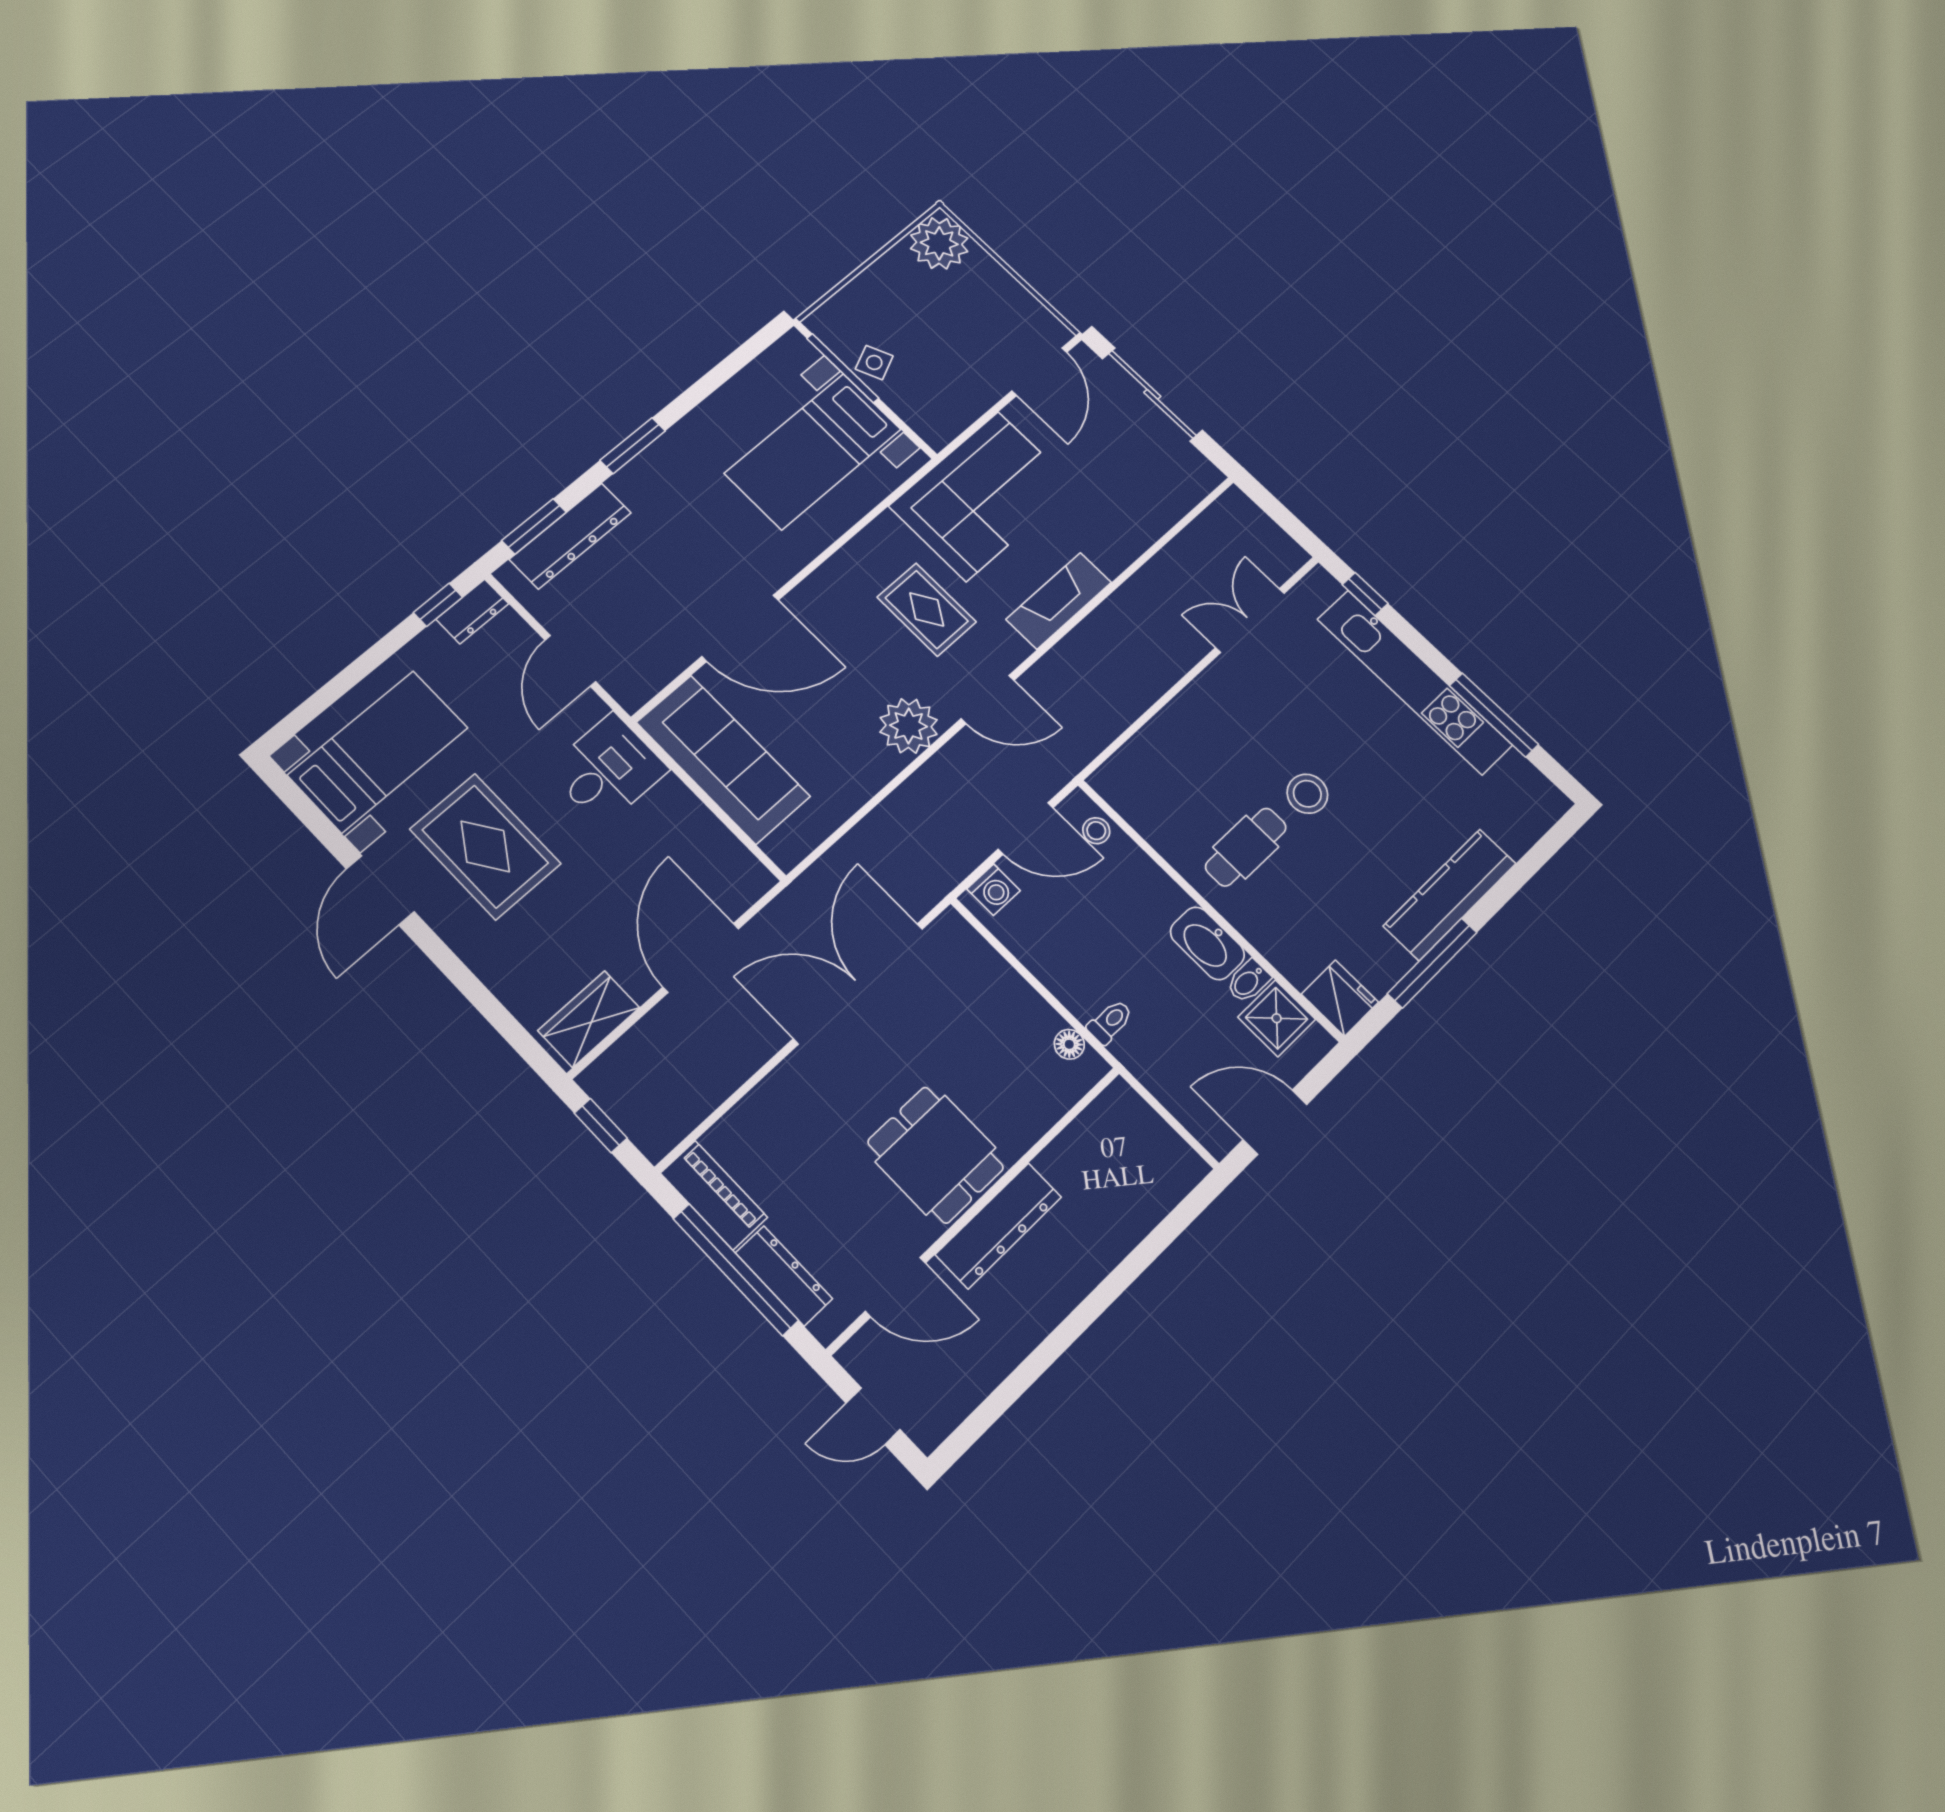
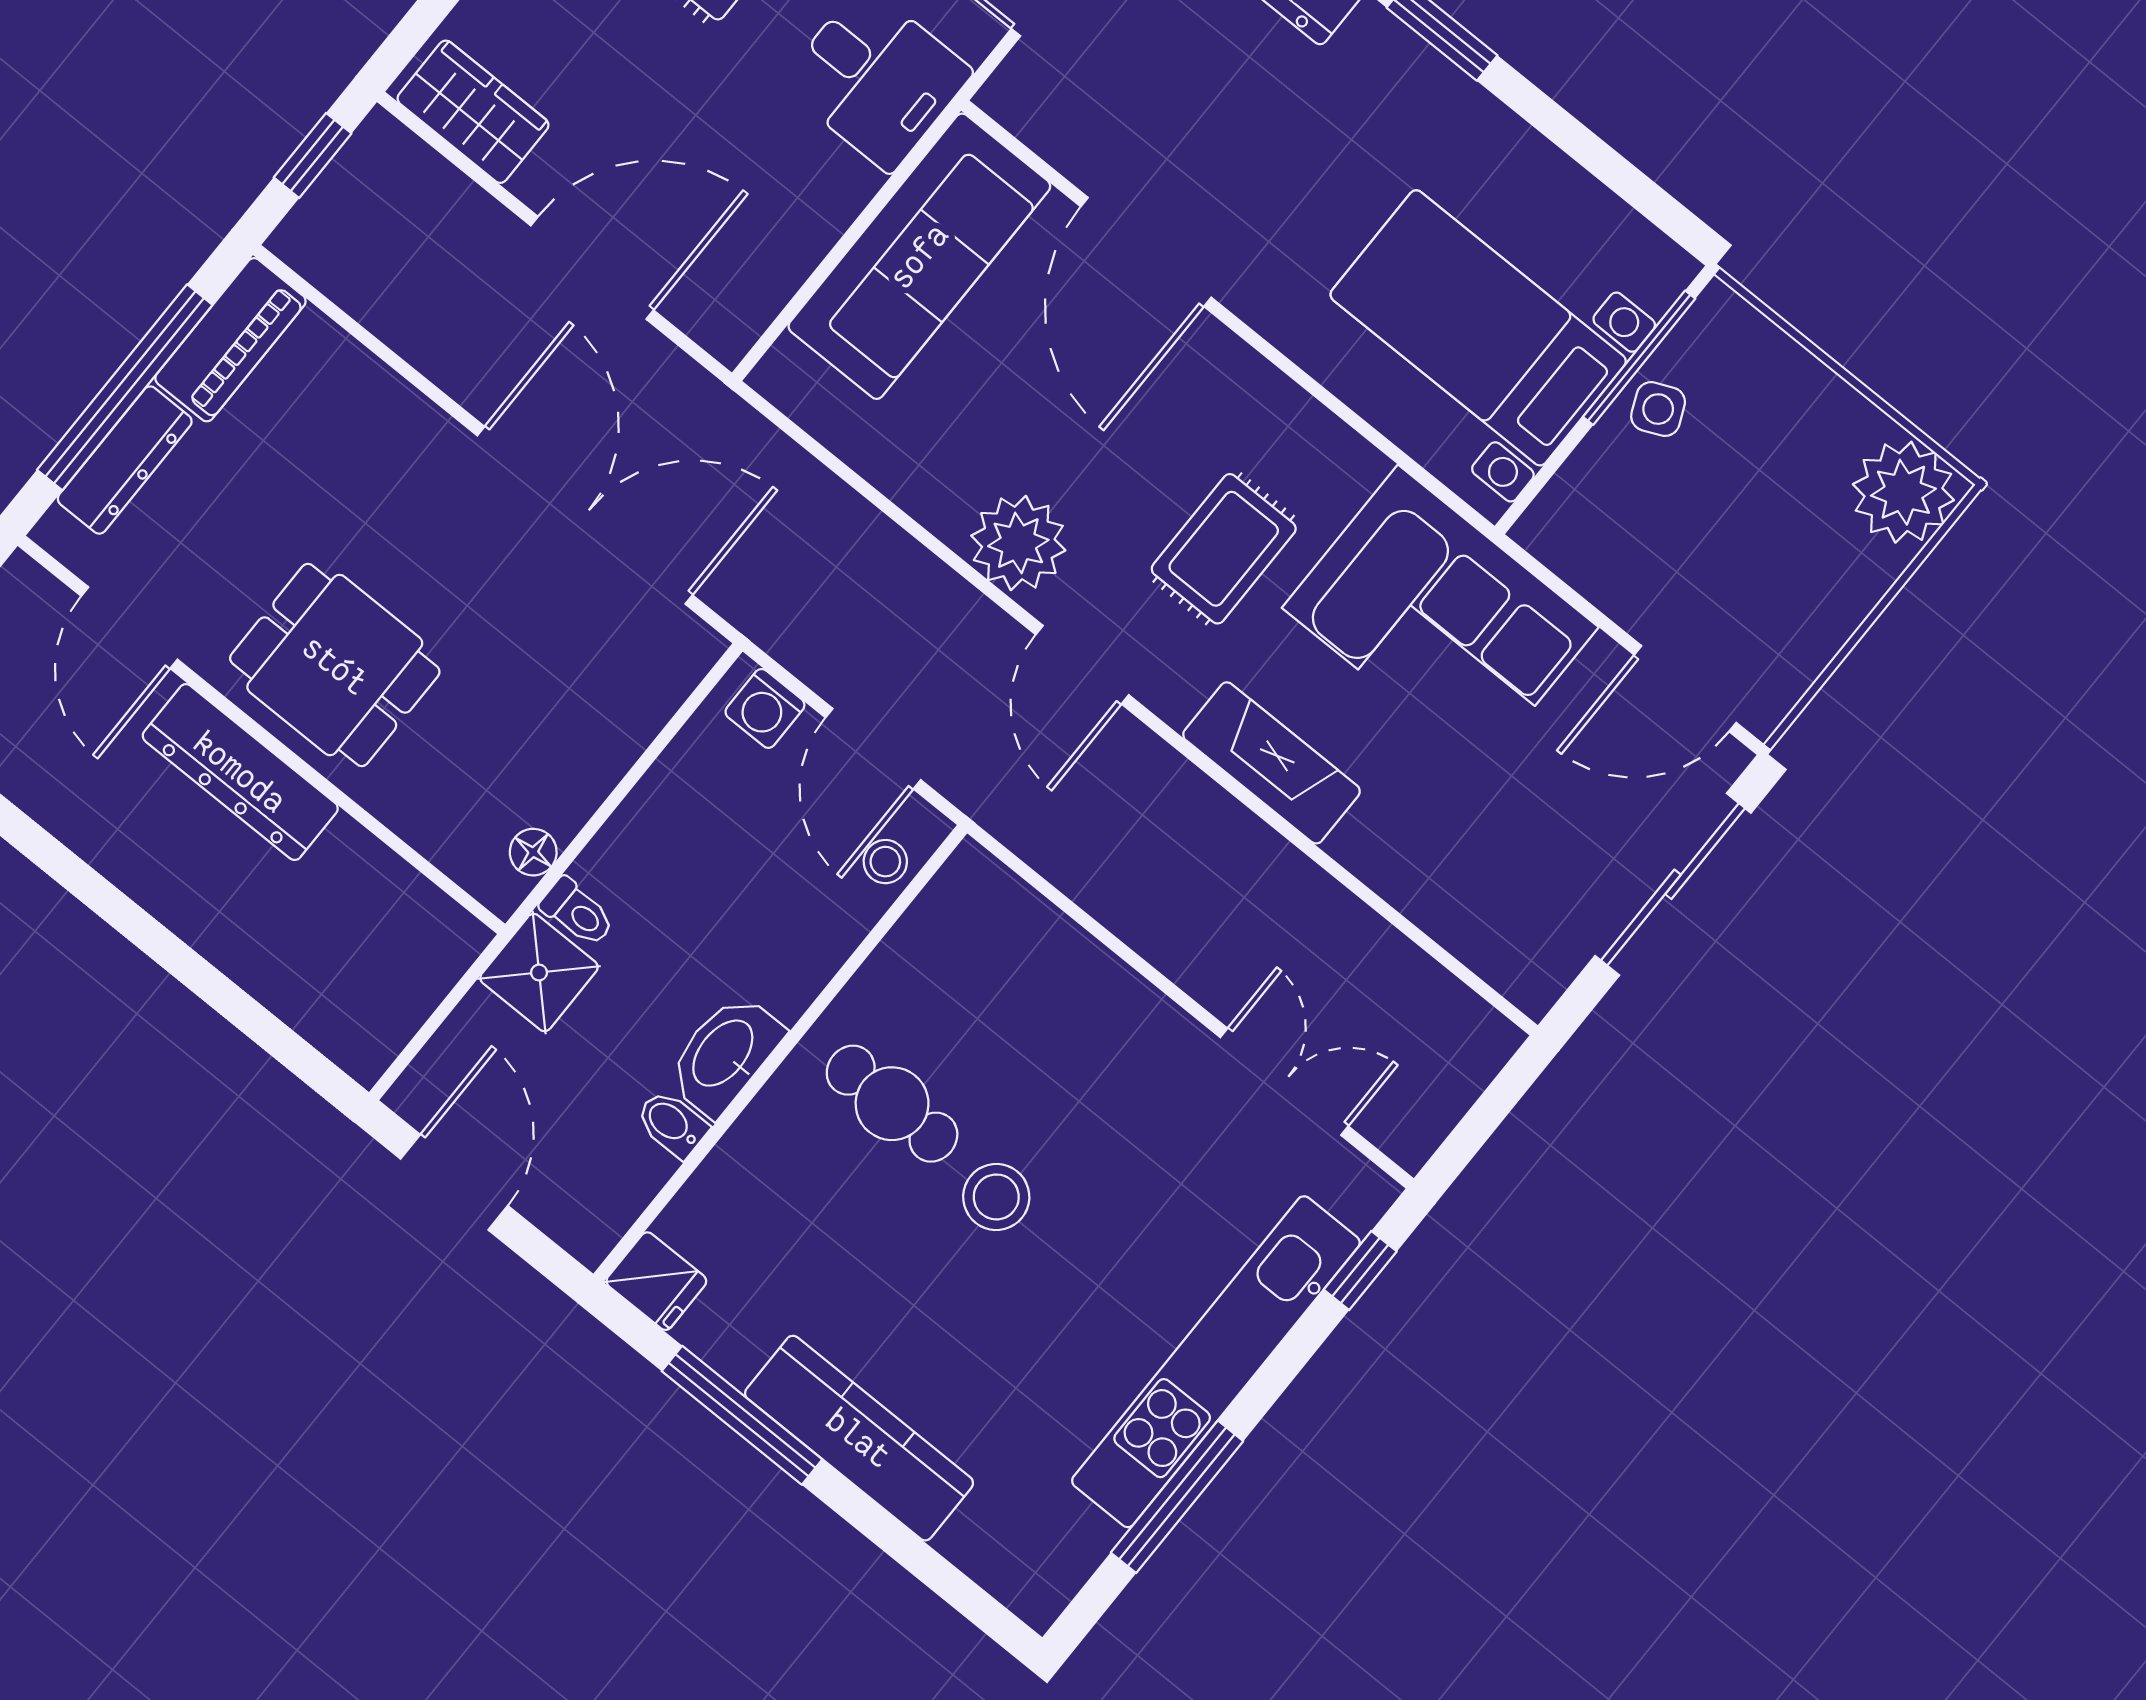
fridge: (1340, 998) -> (656, 1281), width x0.72
shower: (1277, 1018) -> (539, 973), moved
dining table: (936, 1155) -> (335, 665), turned 90

